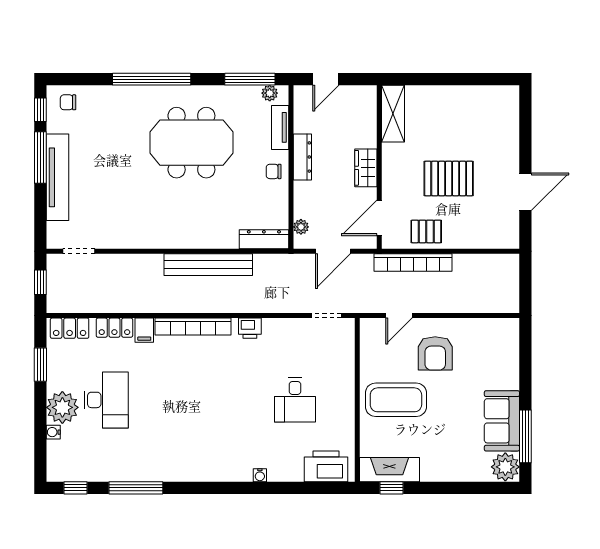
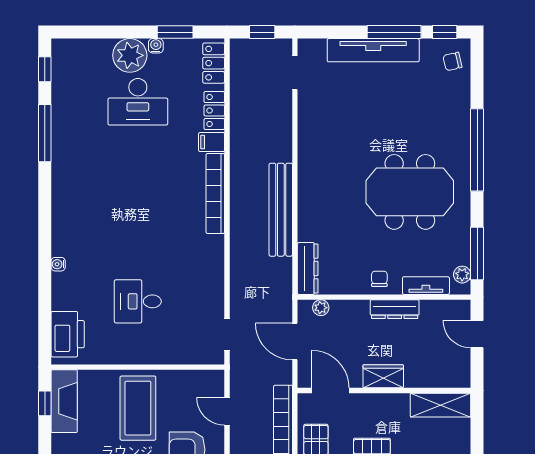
chair: (68, 102) -> (452, 61), turned -103
meeting table: (191, 143) -> (410, 192), turned 90
printer: (250, 328) -> (214, 254), removed
water cooler: (53, 432) -> (156, 46), moved

